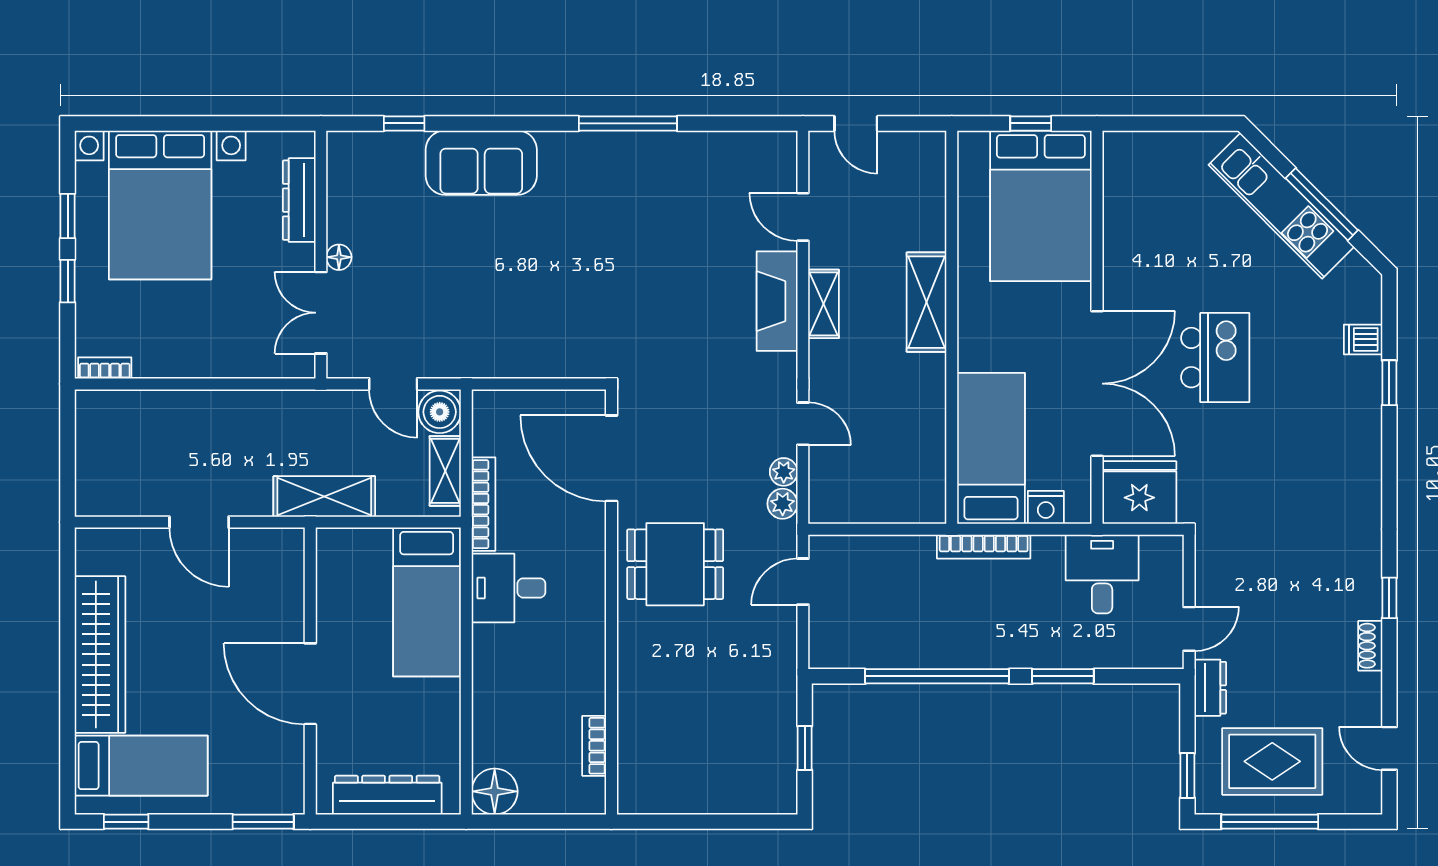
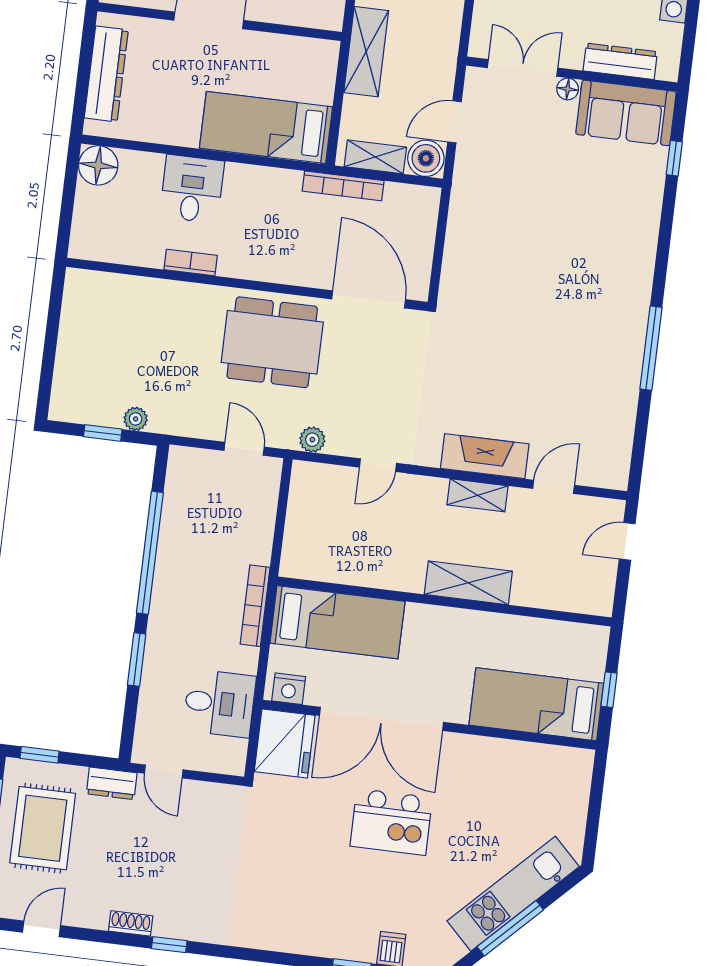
sofa: (481, 163) -> (626, 113), moved, turned -90
bed: (1041, 206) -> (536, 704), width x0.67
door: (612, 458) -> (369, 299), hinge flipped
plant: (784, 472) -> (136, 419), moved
nightstand: (1046, 507) -> (289, 689), moved, turned -90
dining table: (675, 564) -> (272, 342), width x1.38
desk: (509, 588) -> (192, 189), moved
bookcase: (594, 746) -> (191, 263), moved

